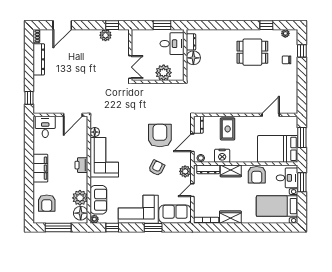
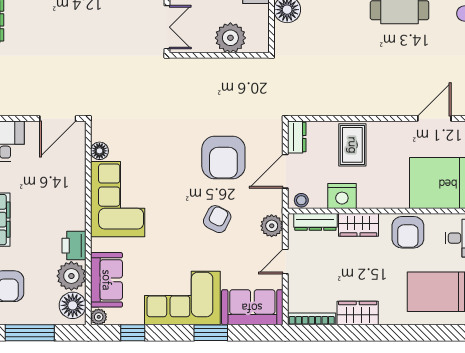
armchair: (160, 136) -> (223, 157), turned 180
printer: (81, 165) -> (74, 246), moved

